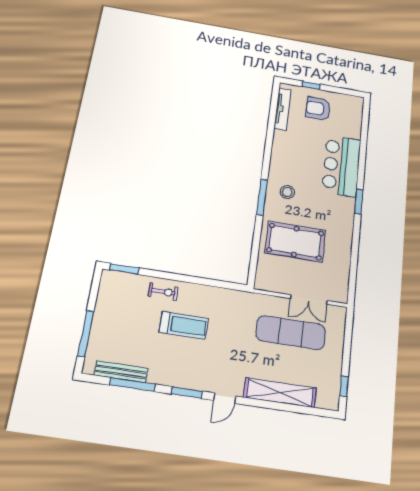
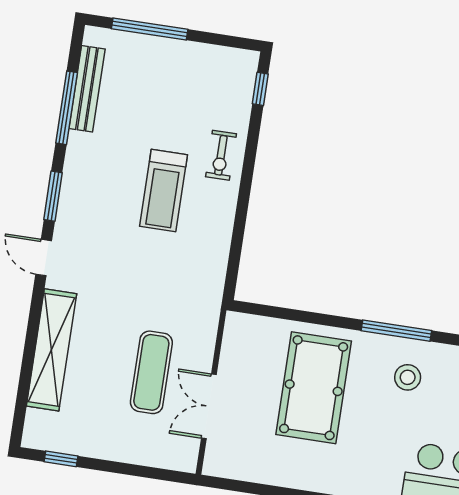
window: (124, 269) -> (260, 89), width x0.67
exercise mat: (291, 333) -> (151, 372), width x0.73, depth x0.69

